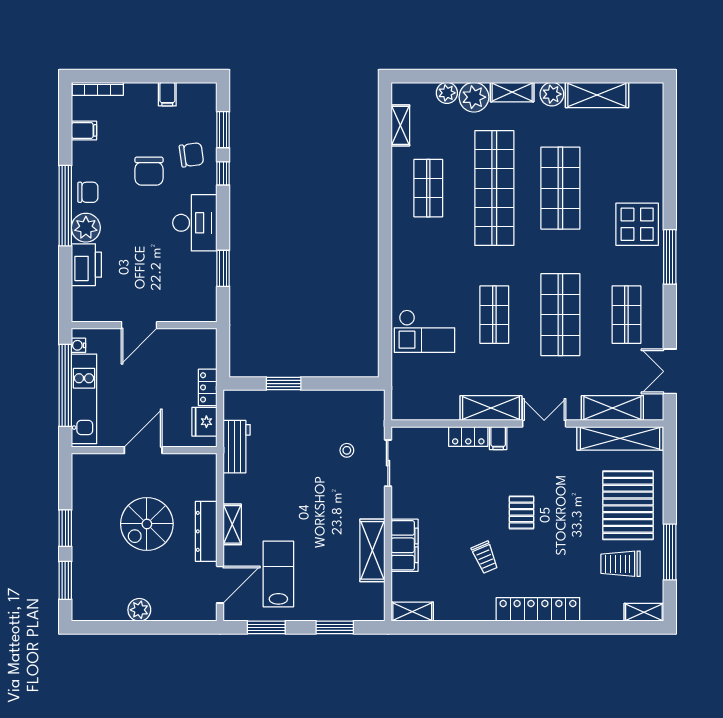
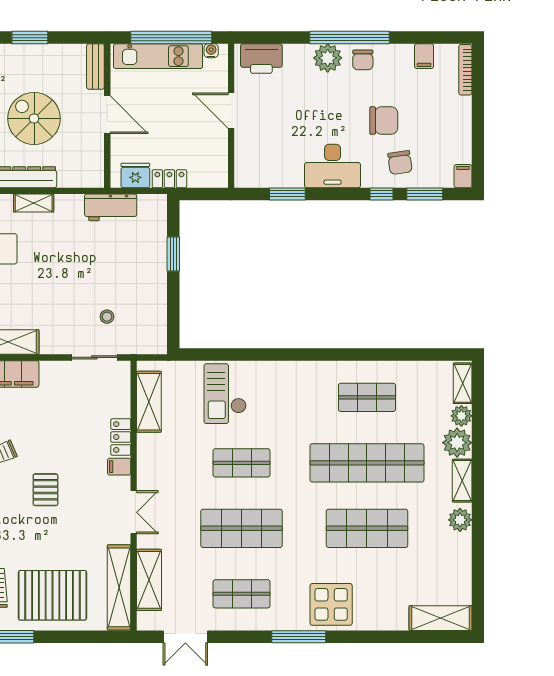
filing cabinet: (167, 94) -> (463, 176), moved, turned 90
shelving: (597, 95) -> (441, 618), moved, turned 90
shelving: (400, 125) -> (463, 383), moved, turned 90
chair: (149, 171) -> (384, 121), turned 180
printer: (86, 265) -> (261, 59), moved
double door: (670, 371) -> (185, 637), swing flipped
shelving: (491, 408) -> (149, 402), moved
bench: (94, 462) -> (95, 66), added
pallet: (521, 512) -> (45, 490), turned 90

